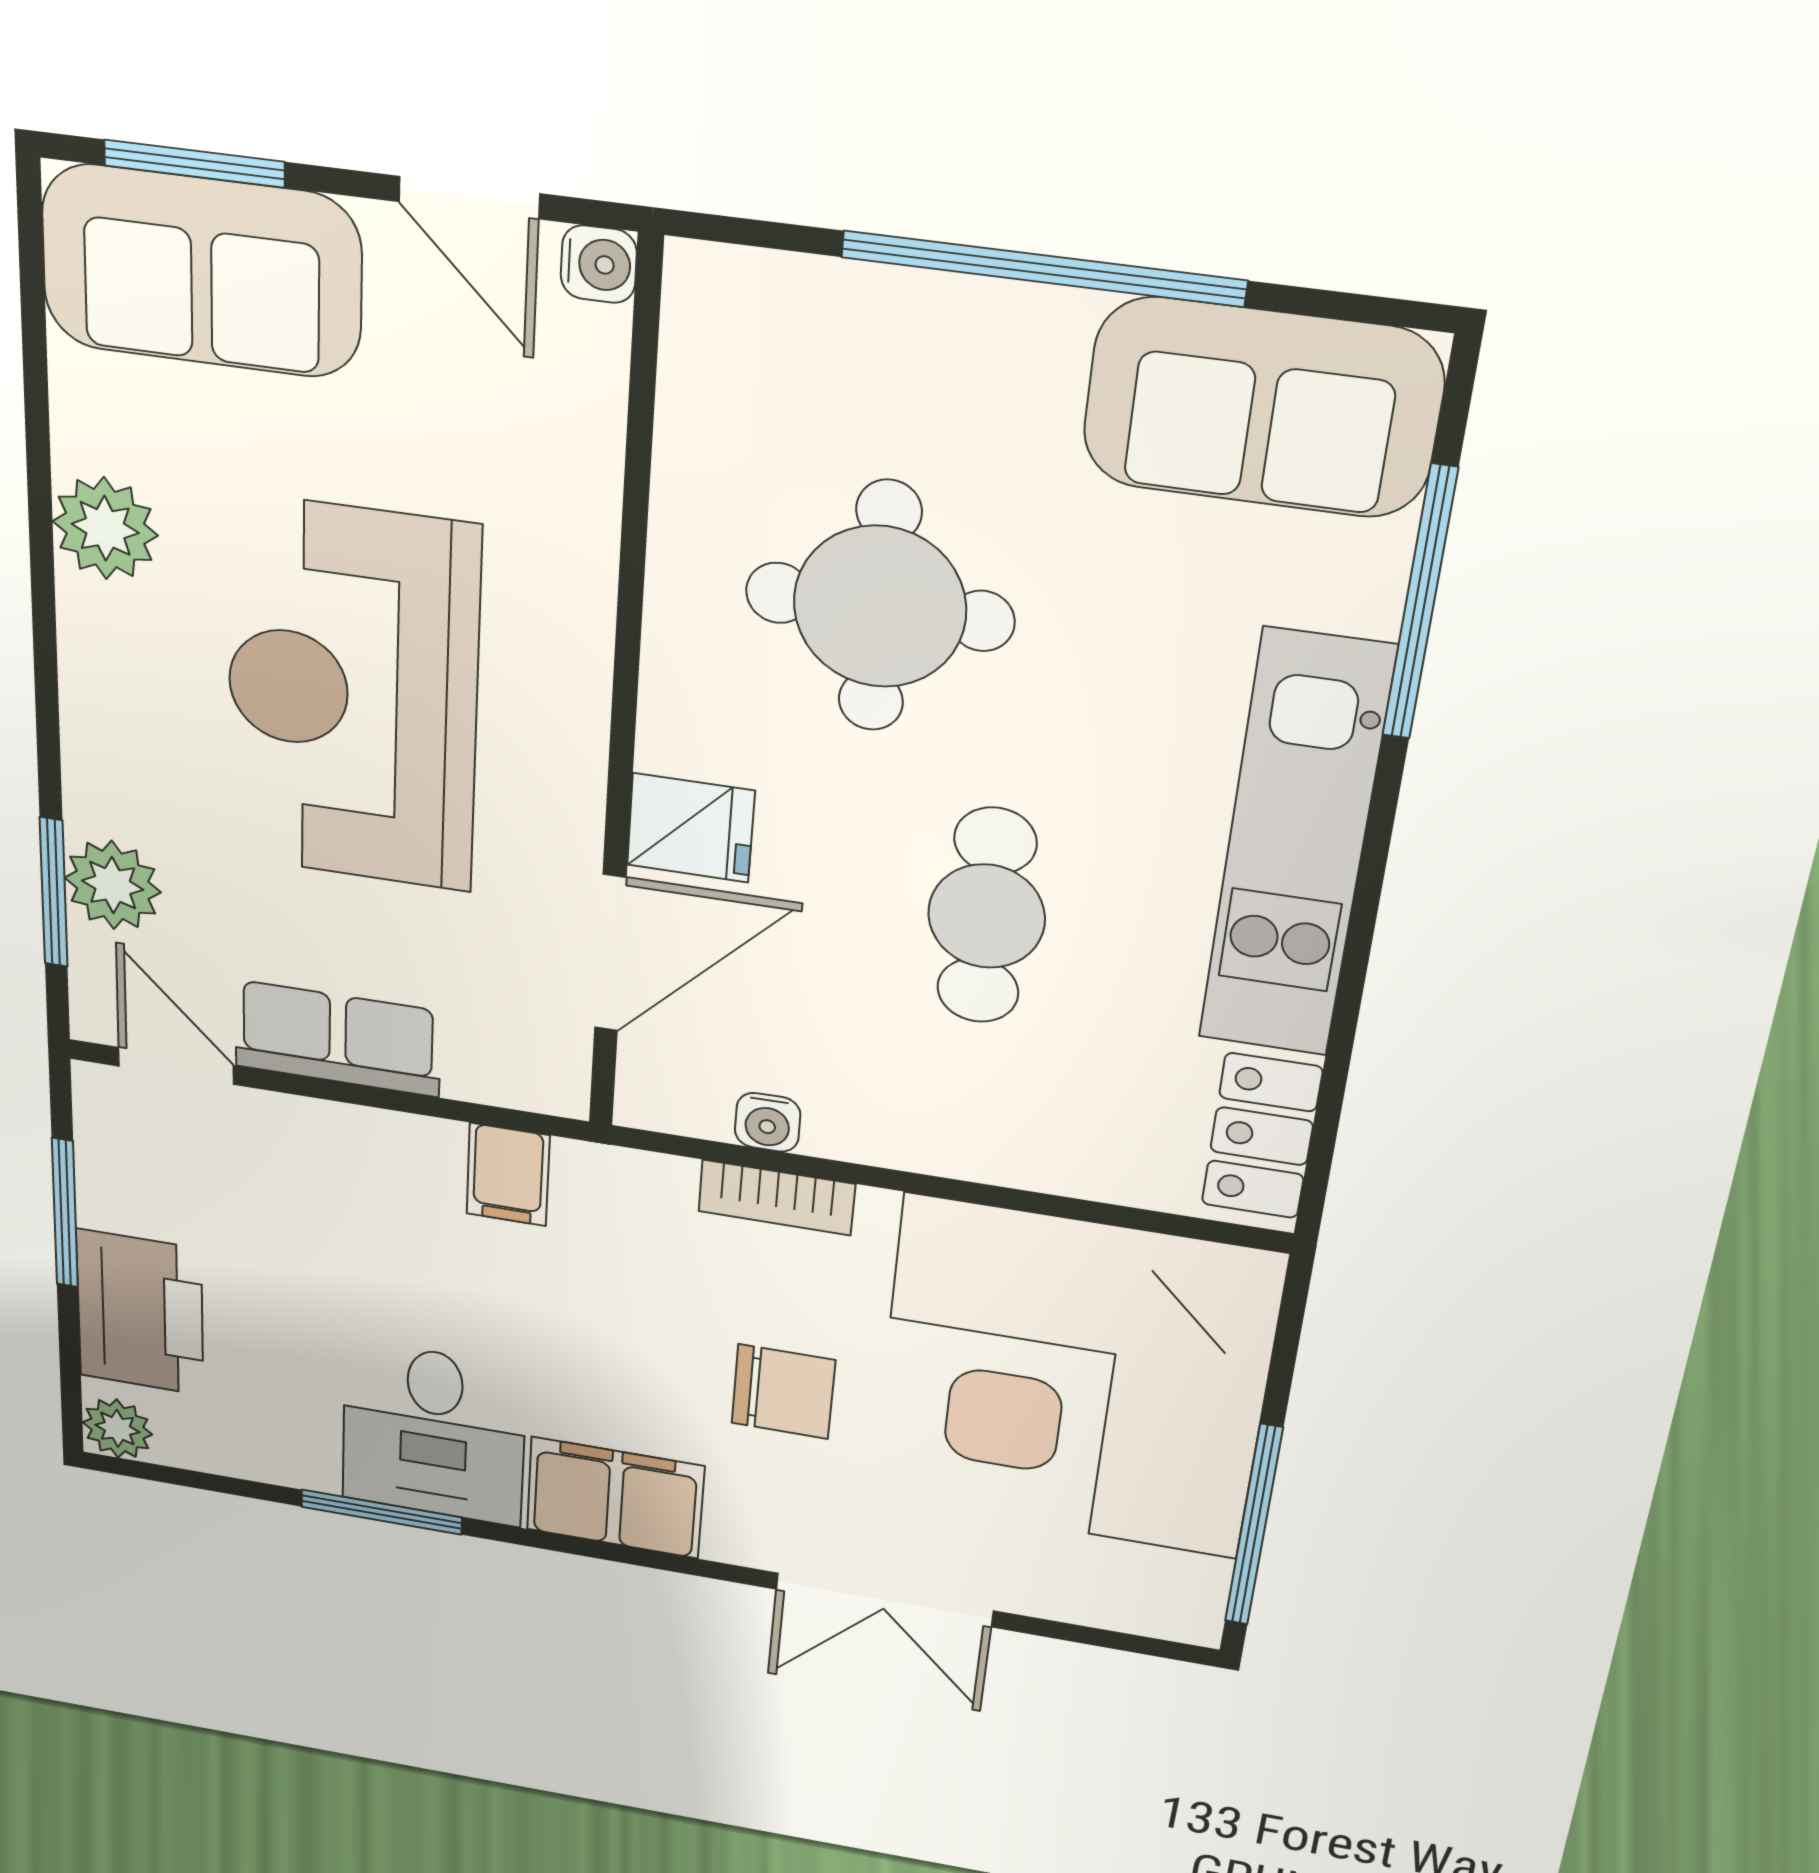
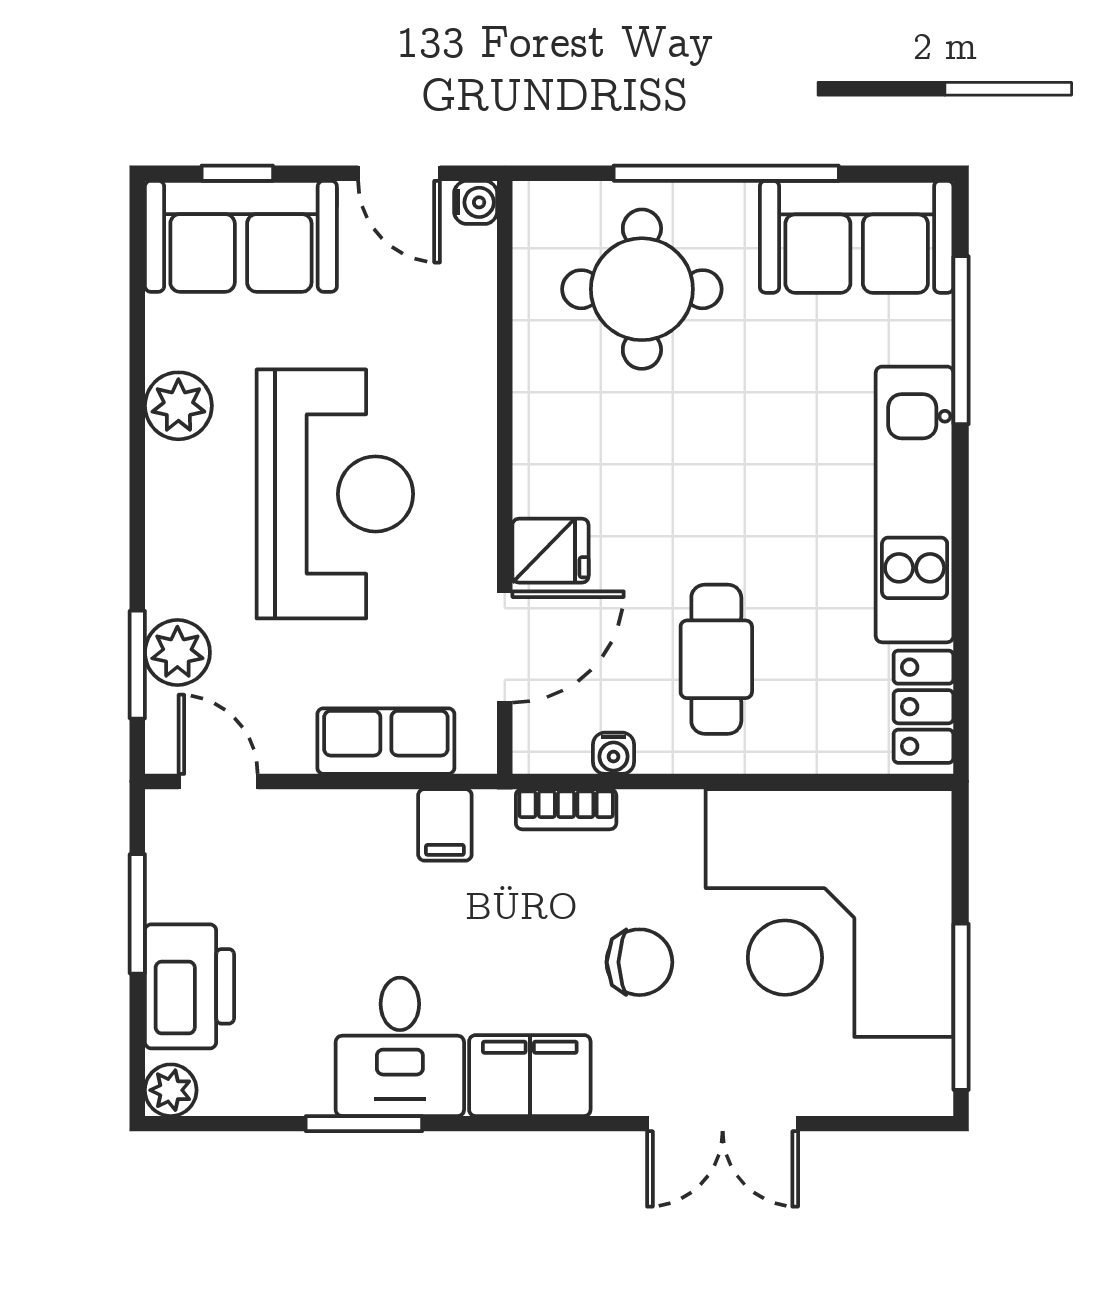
window: (194, 164) -> (237, 173), width x0.67
round table: (880, 607) -> (642, 289), moved
reception desk: (352, 696) -> (335, 494), turned 180
cafe table: (987, 916) -> (716, 659), moved
row of seats: (338, 1039) -> (386, 741), moved
bookcase: (777, 1198) -> (566, 809), moved

